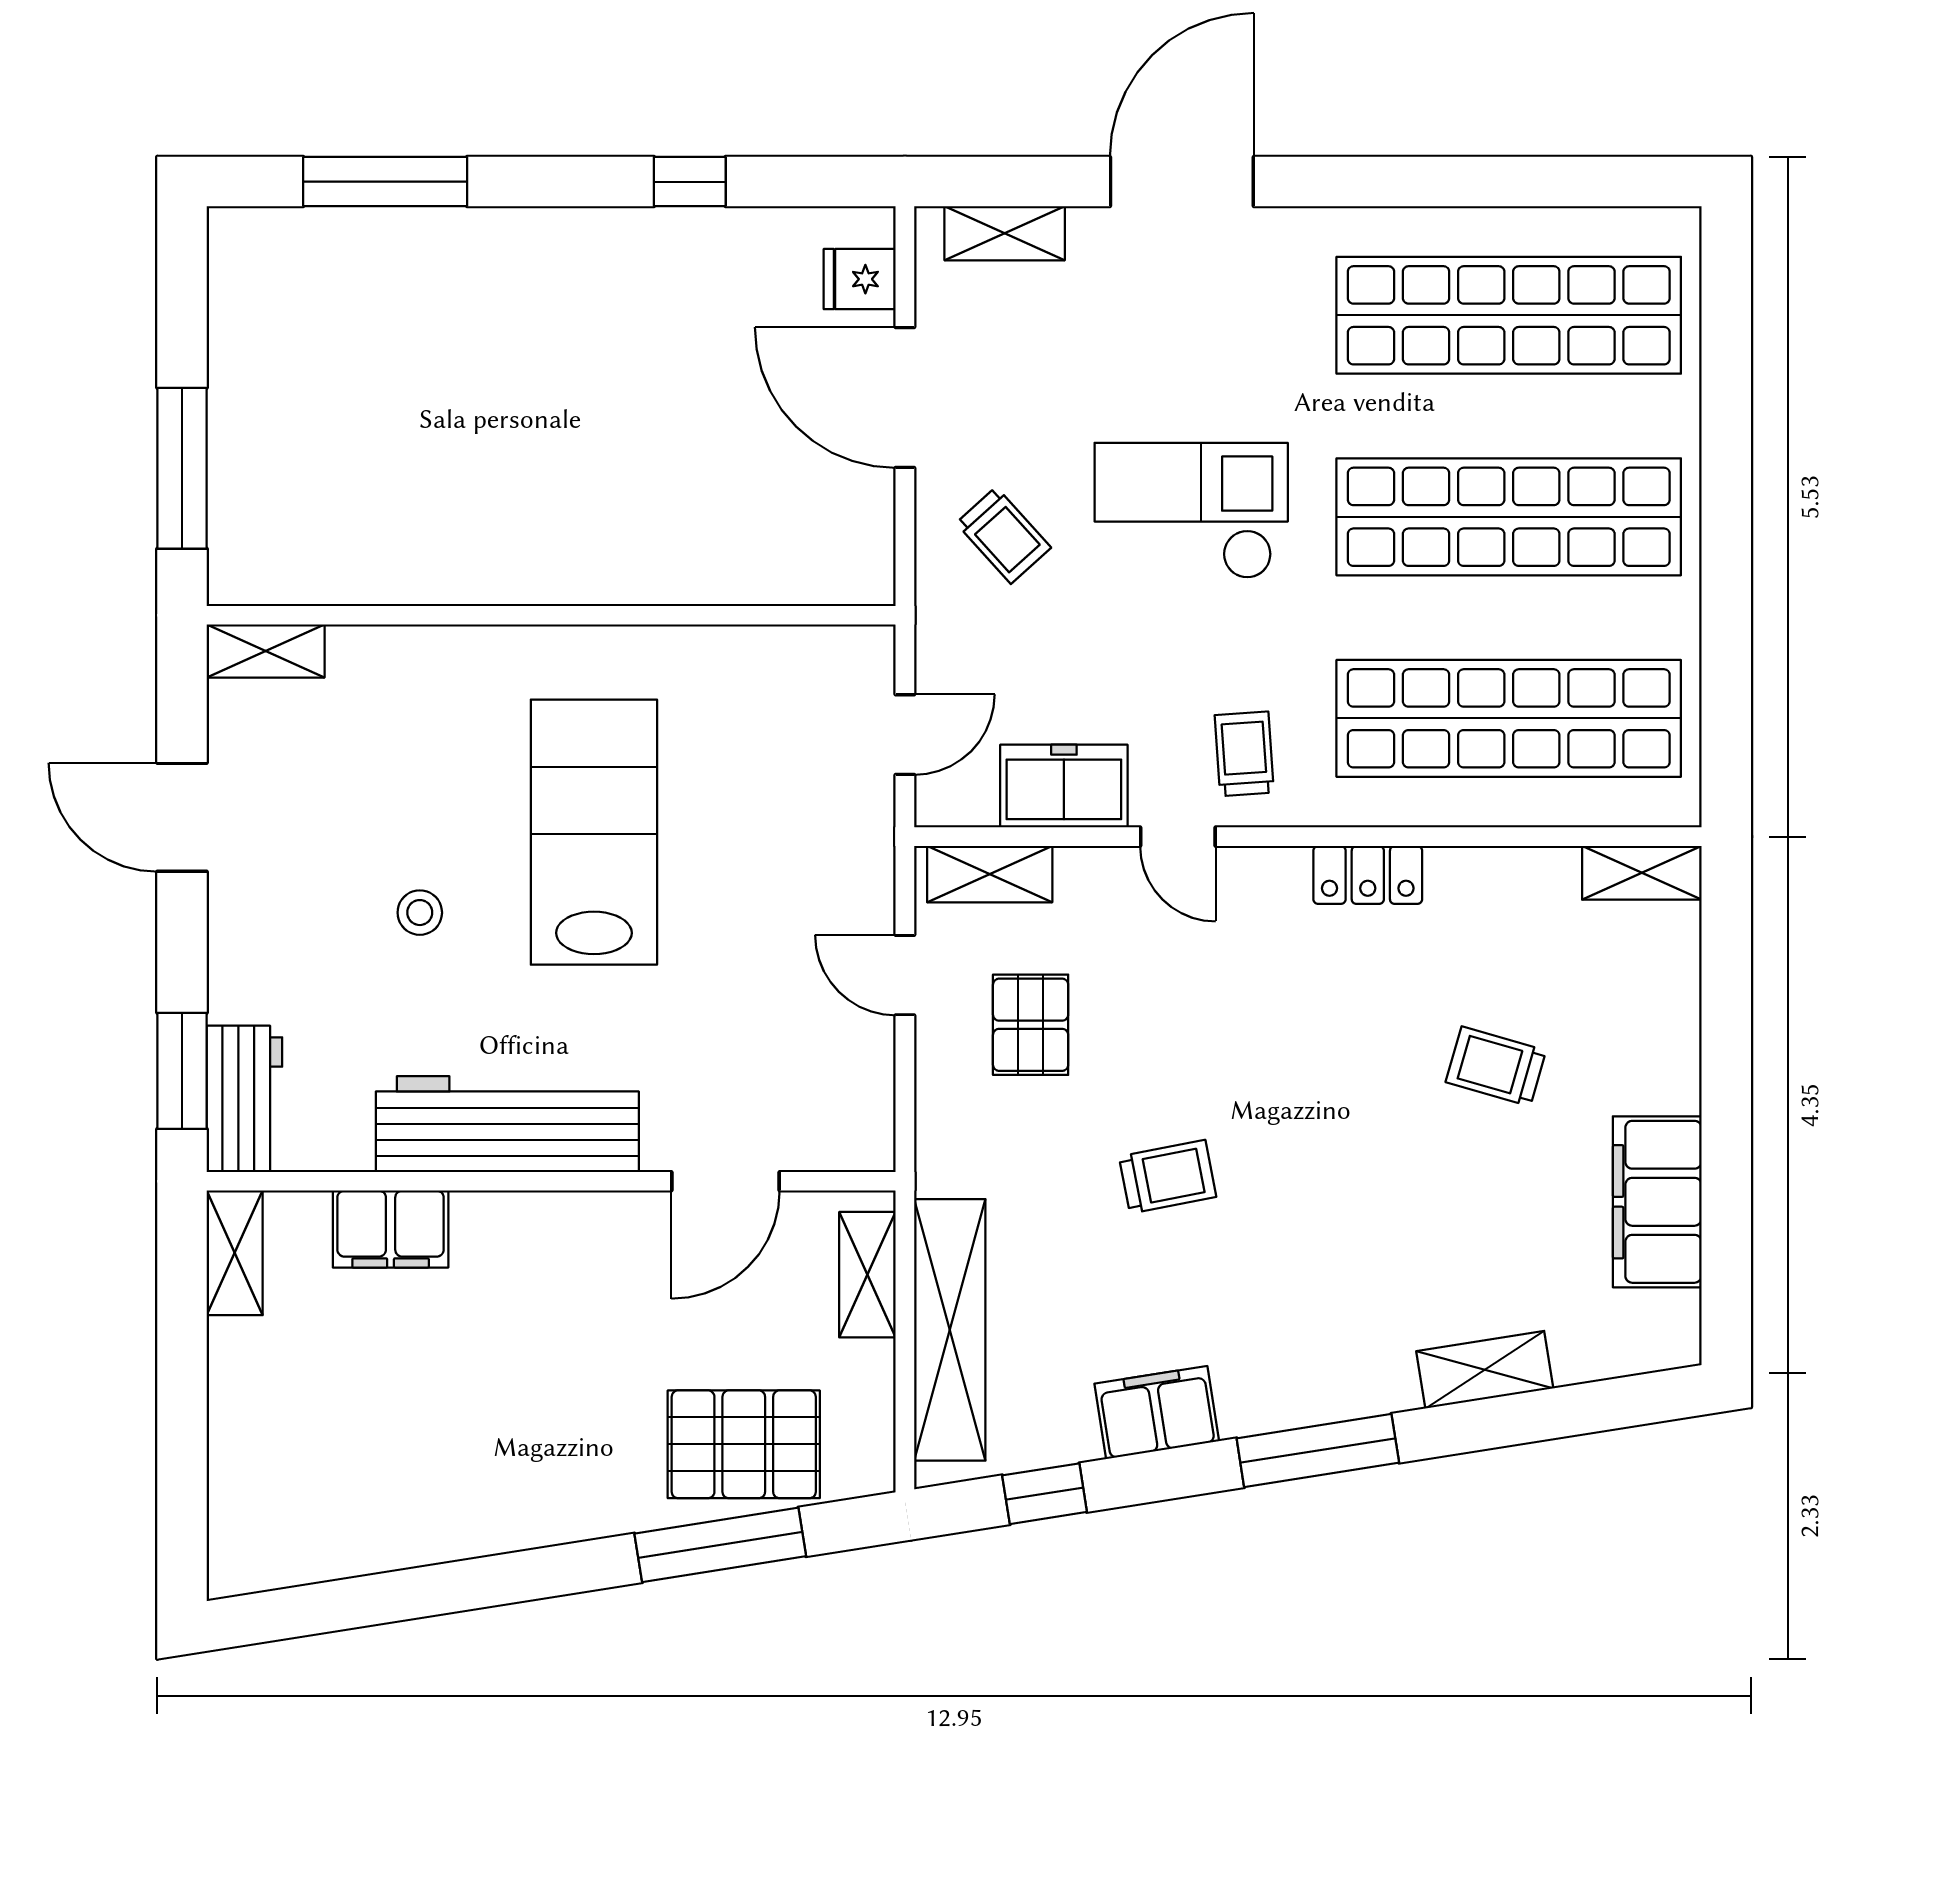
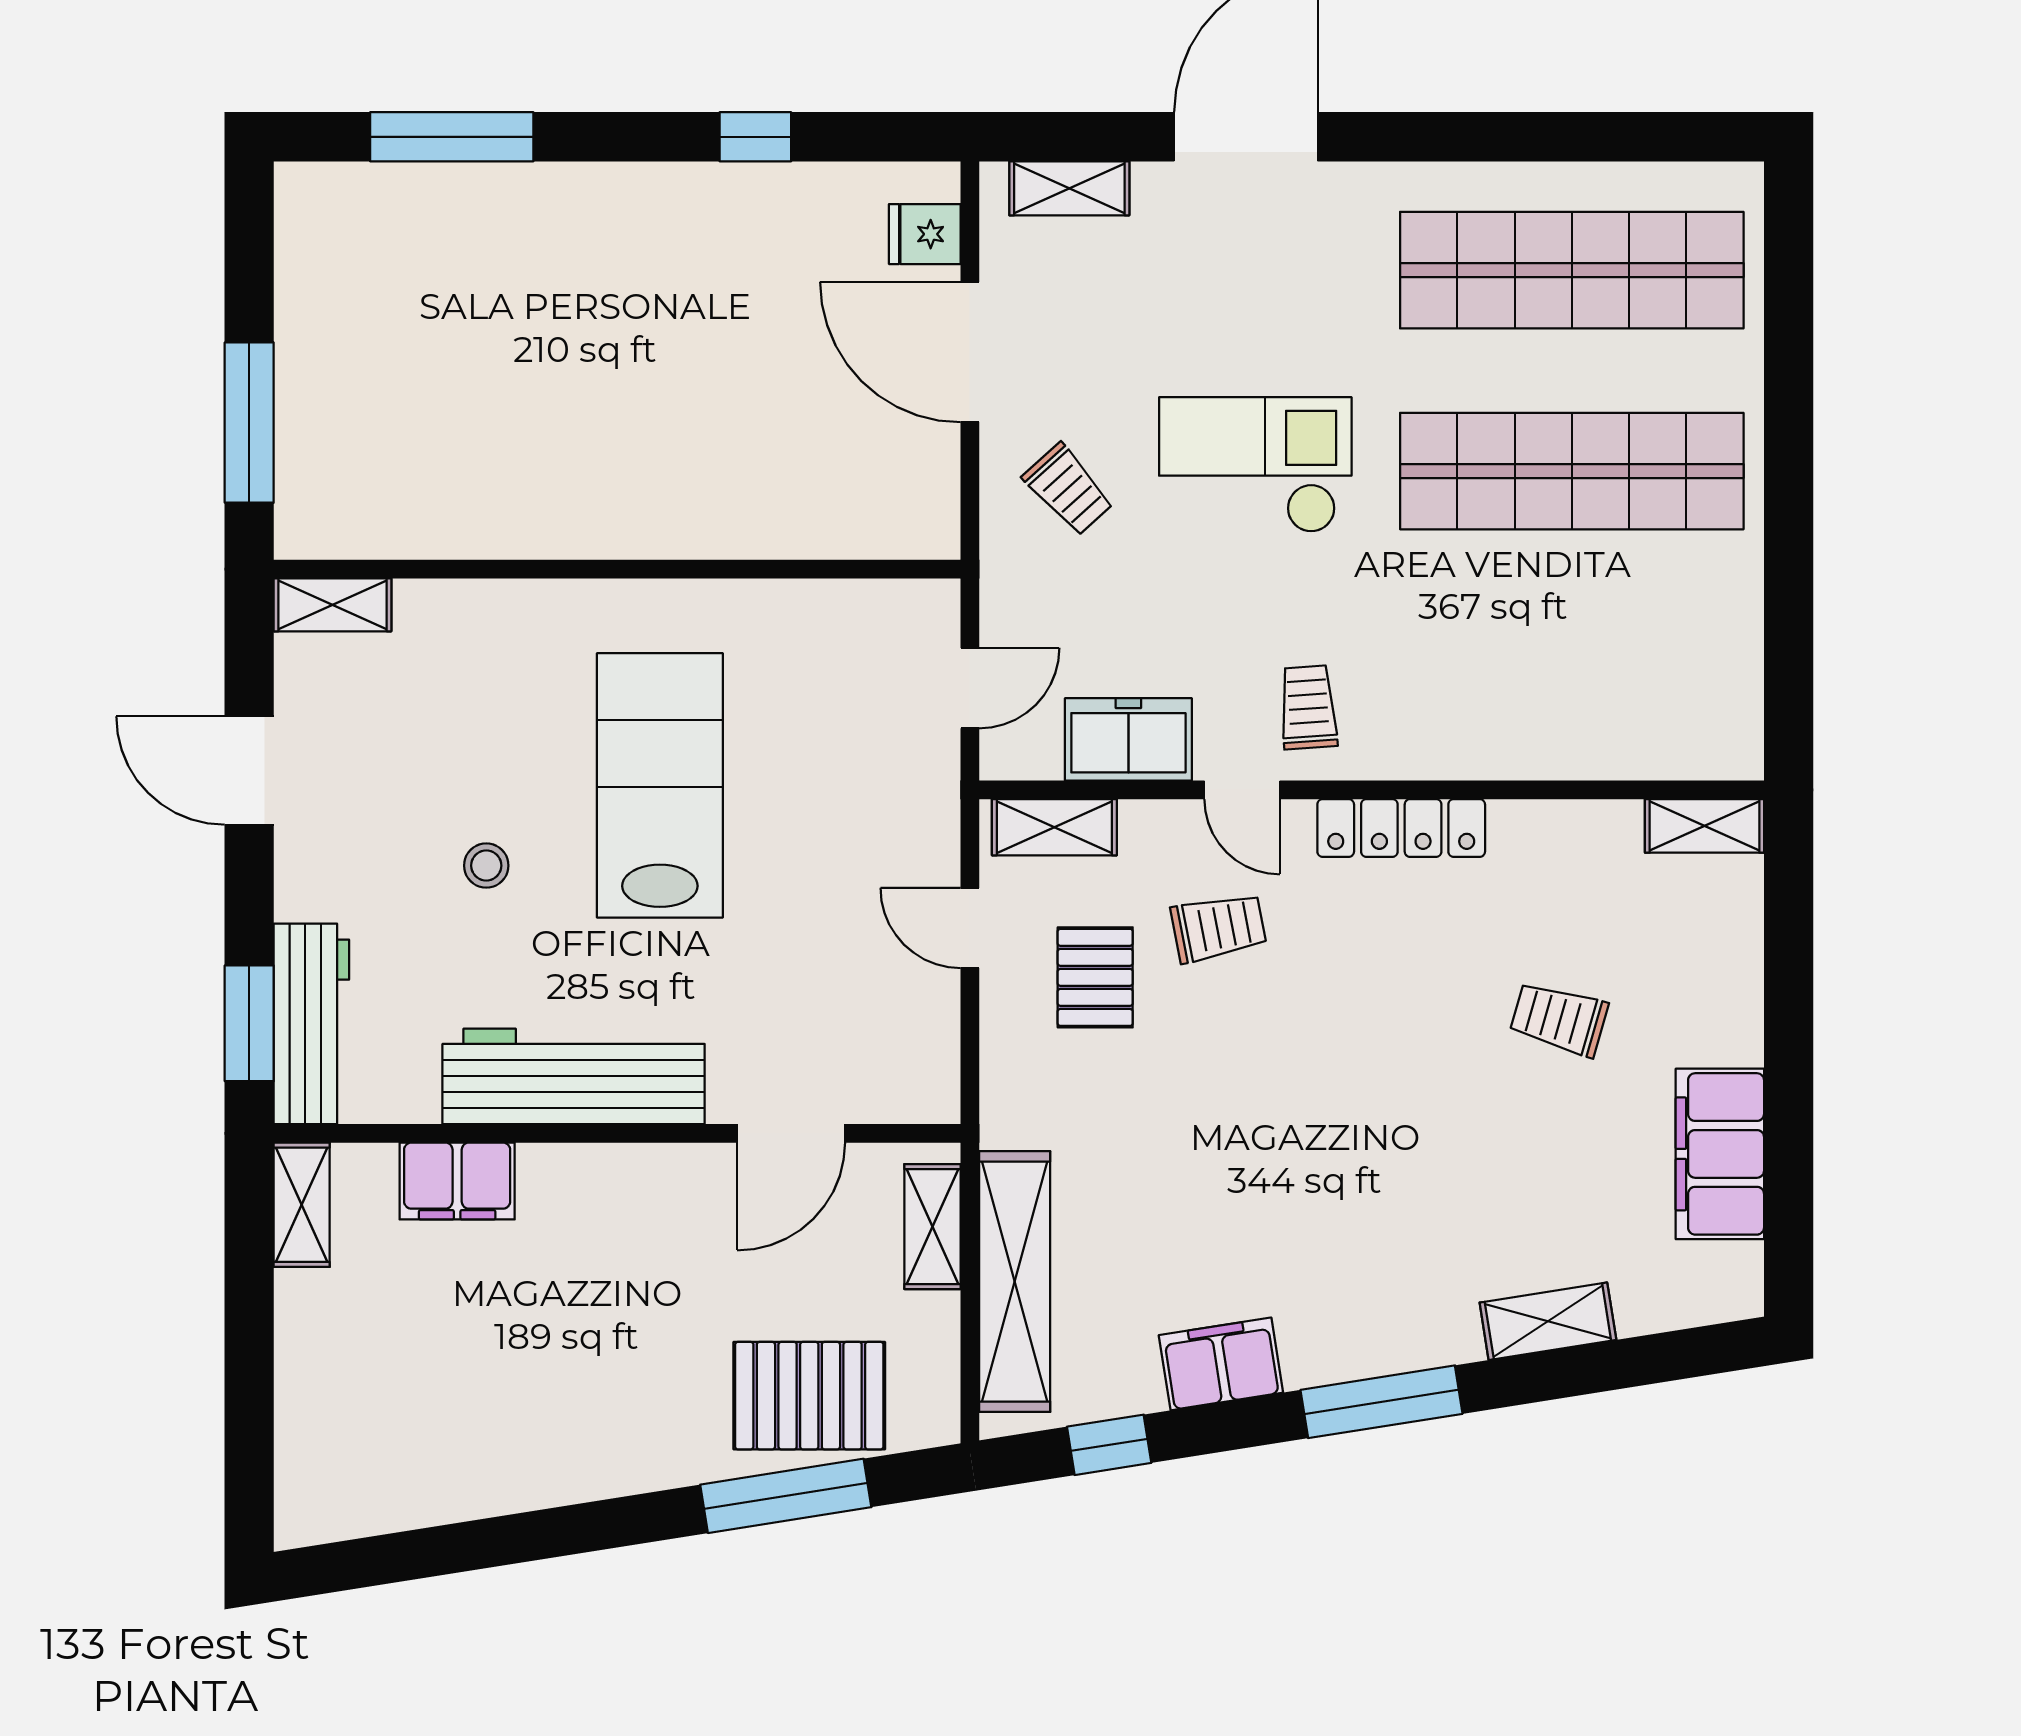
shop shelf: (1509, 718) -> (1572, 672), removed
locker: (1368, 875) -> (1401, 828), width x1.53
workbench: (244, 1099) -> (311, 1024), width x1.38
trolley: (1168, 1177) -> (1218, 928), moved

